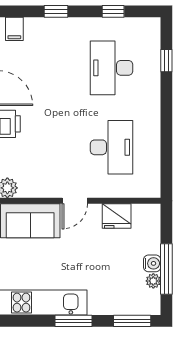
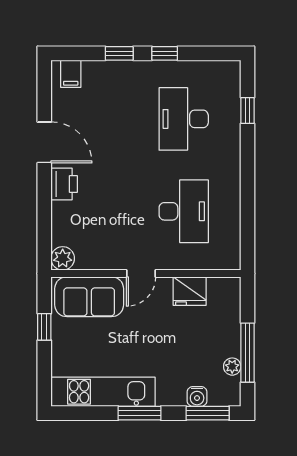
window: (113, 11) -> (165, 53), moved
water cooler: (152, 263) -> (197, 396), moved, turned 90

